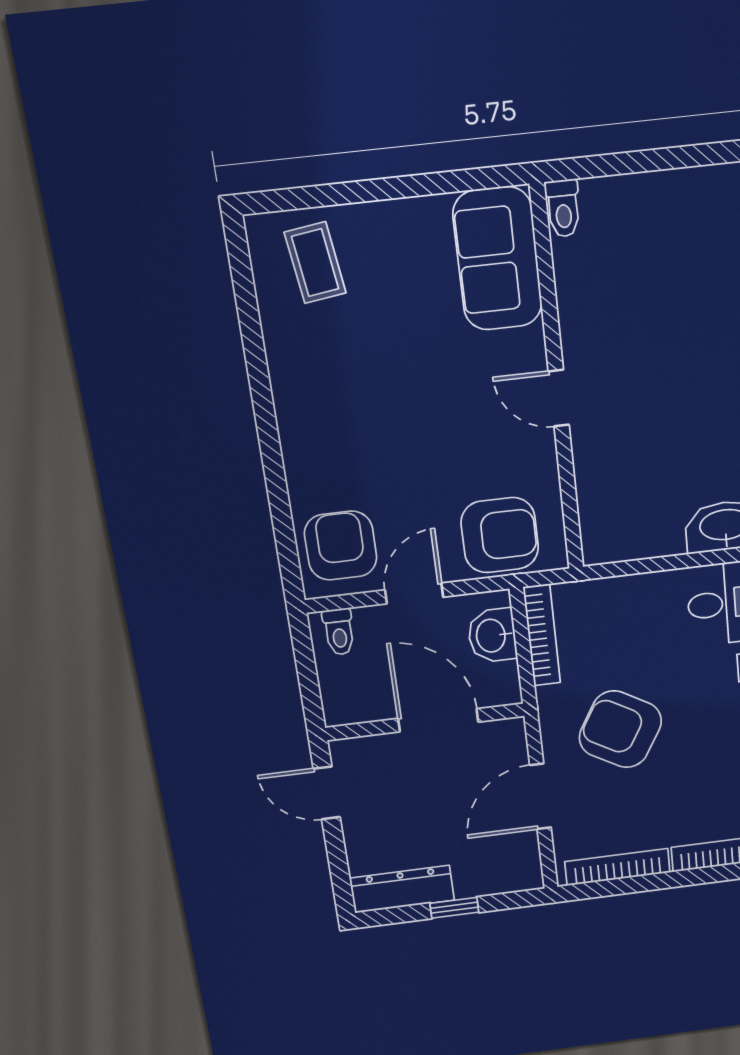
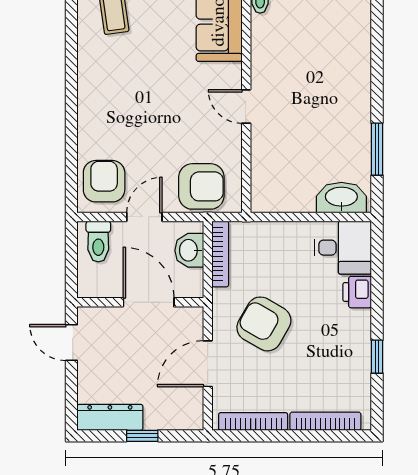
toilet: (339, 632) -> (98, 241), width x1.37, depth x1.39

